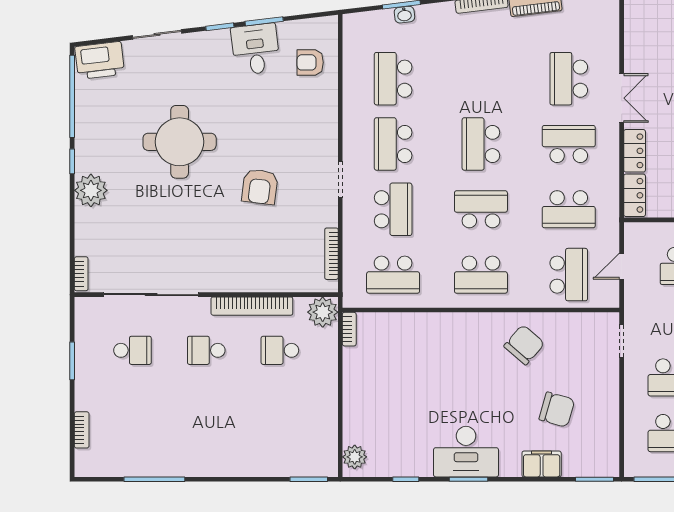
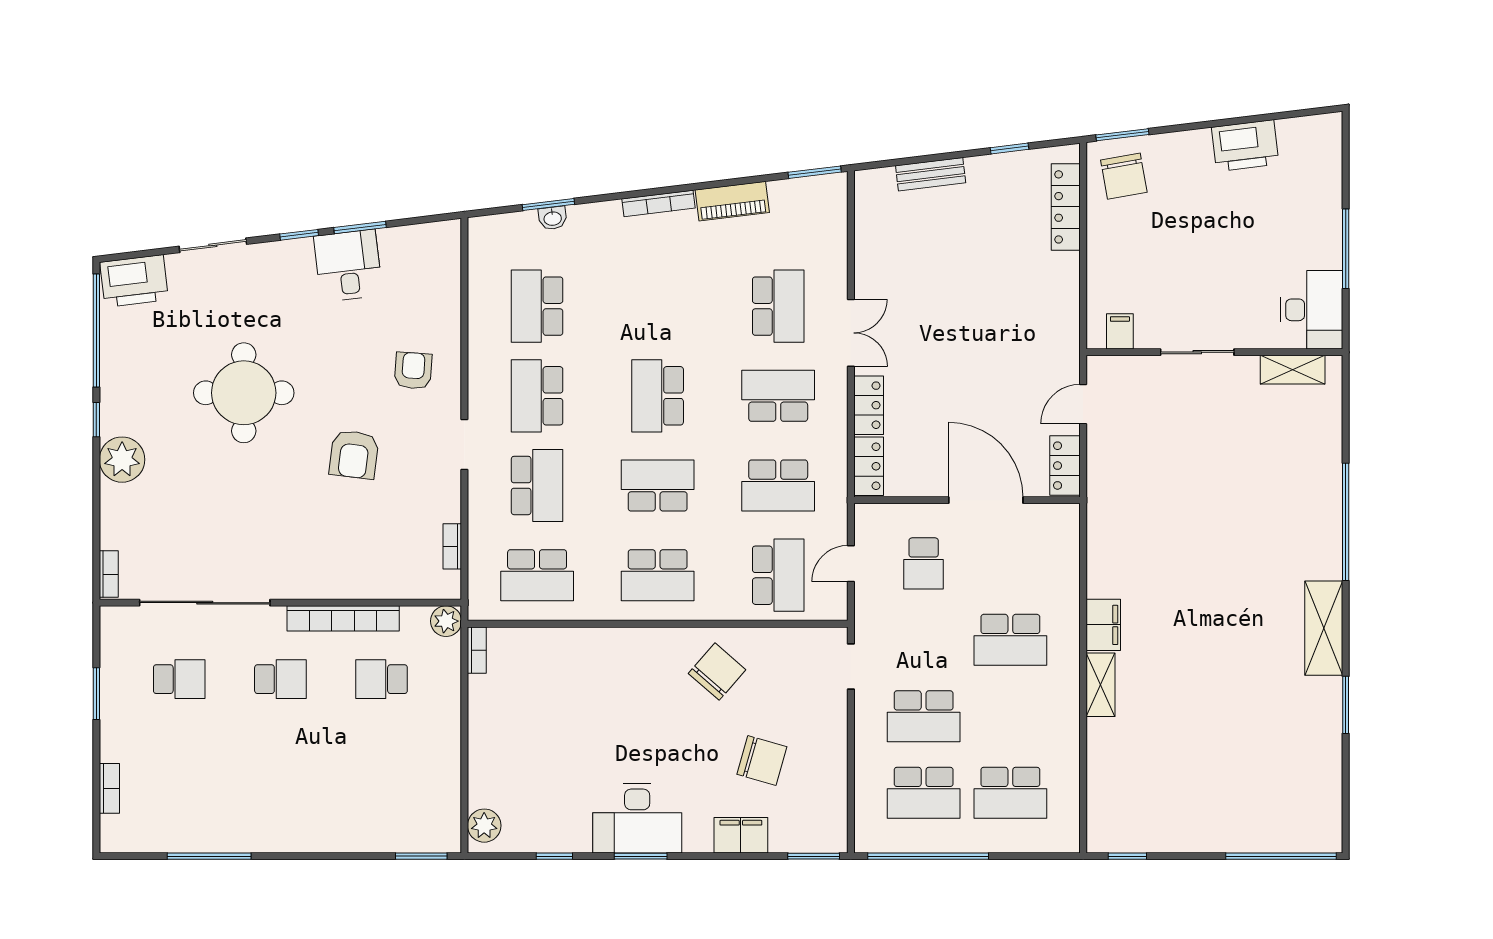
armchair: (310, 62) -> (413, 371), moved, turned 94
school desk: (569, 79) -> (778, 306), turned 180
bookcase: (331, 254) -> (452, 546), width x0.64
plant: (323, 312) -> (446, 621), width x0.73, depth x0.73
school desk: (206, 350) -> (280, 679), turned 180

